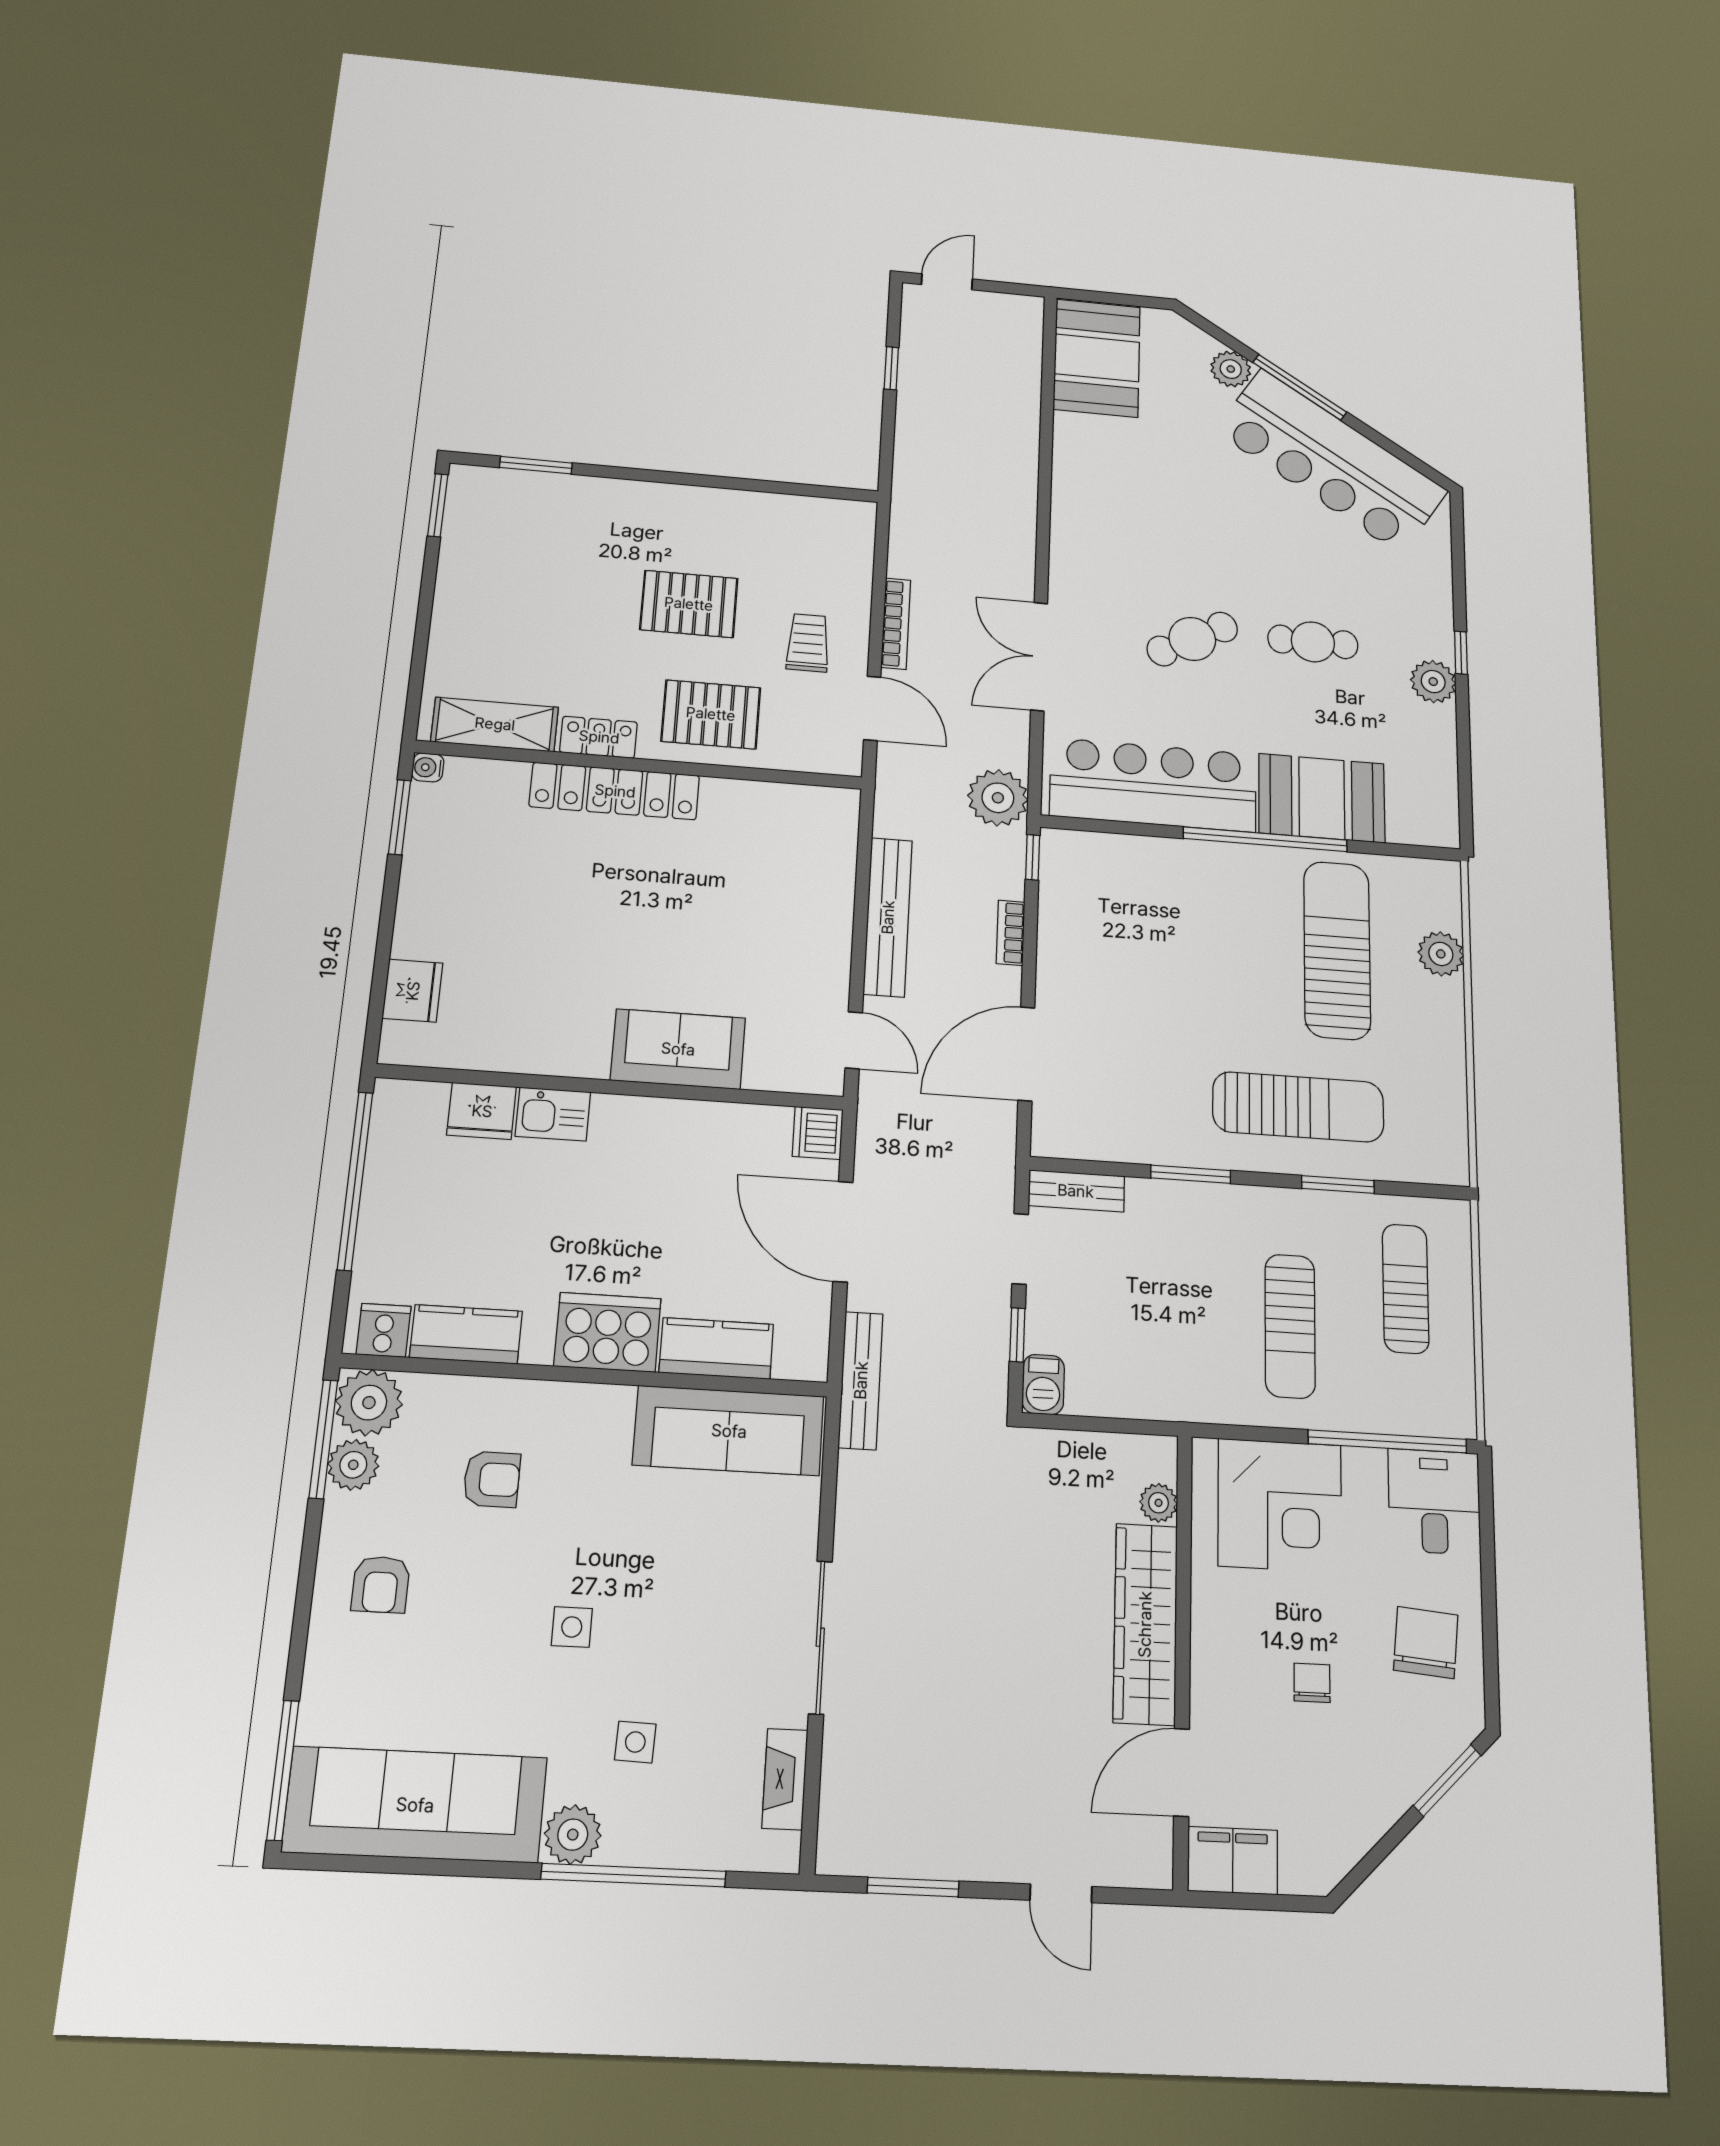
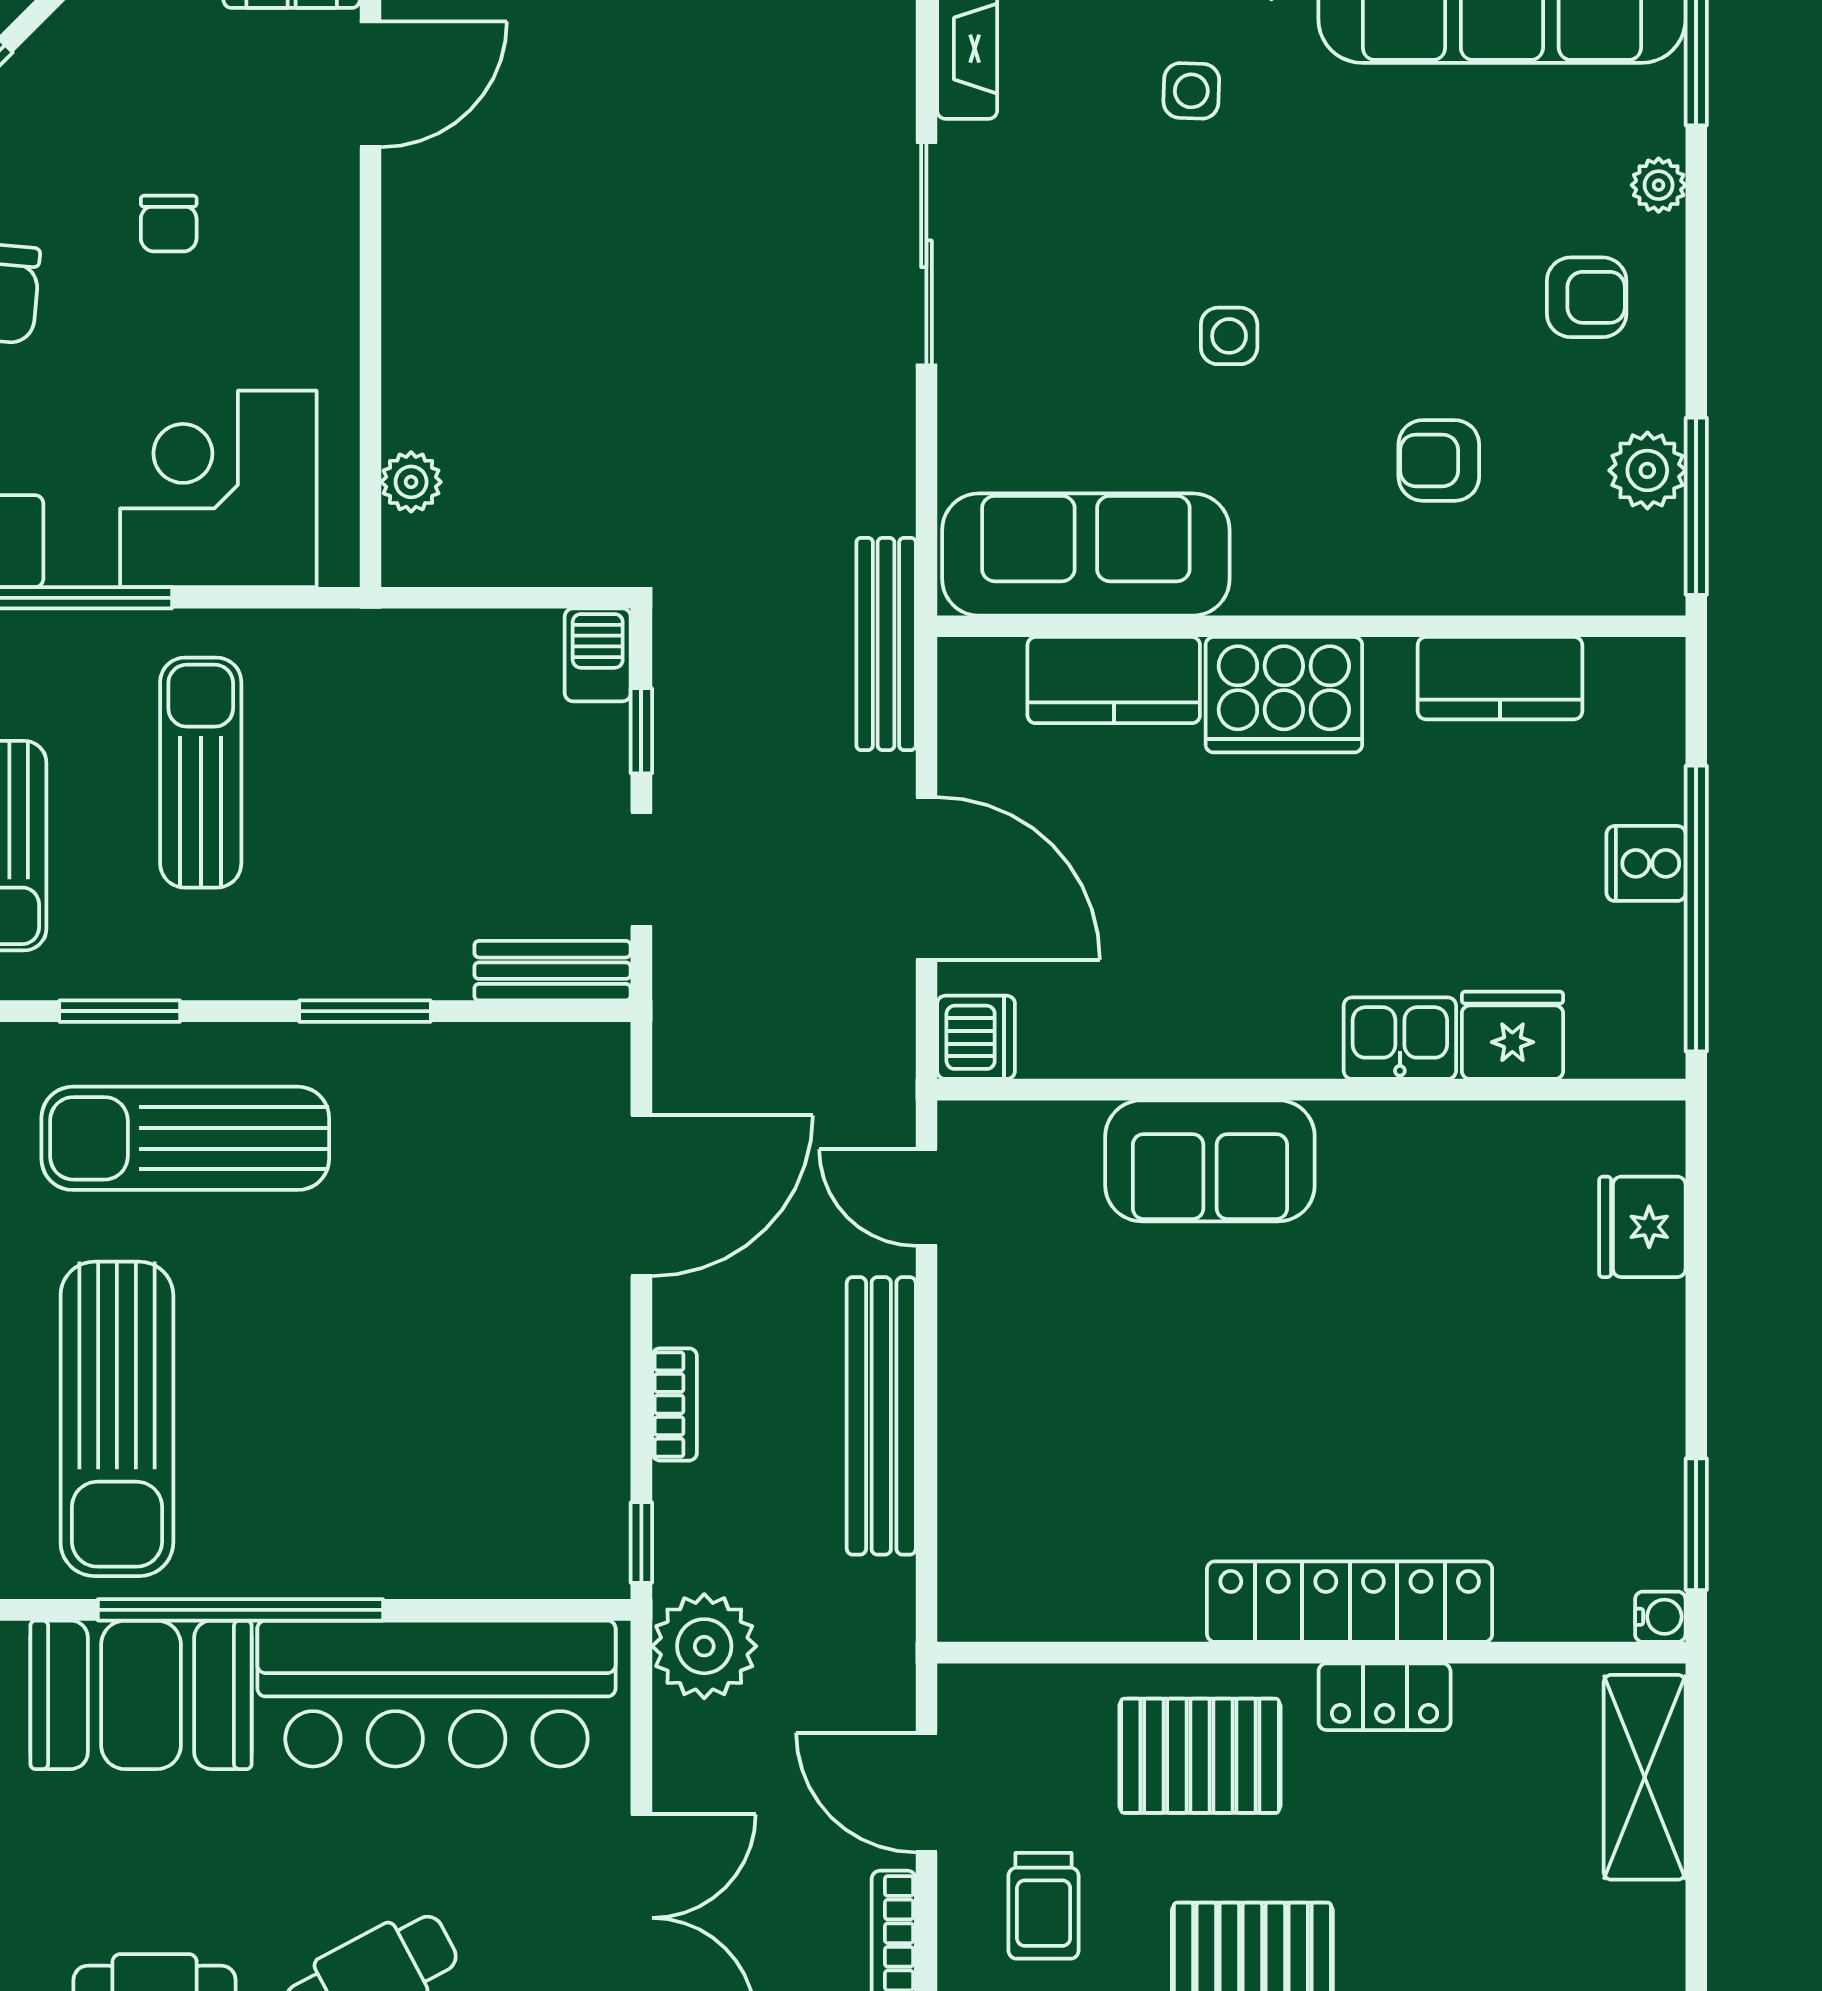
shelving: (495, 724) -> (1645, 1777), moved, turned 90
cooker: (384, 1330) -> (1646, 863), moved, turned 90
plant: (369, 1403) -> (1659, 185), moved, width x0.53, depth x0.53
armchair: (381, 1584) -> (1587, 297), turned 90
wardrobe: (1145, 1624) -> (429, 298), removed
side table: (572, 1627) -> (1229, 336), moved

